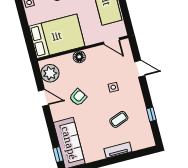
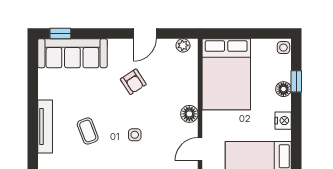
floor lamp: (79, 57) -> (189, 114), moved
plant: (50, 73) -> (183, 45), width x0.53, depth x0.53
tv unit: (118, 150) -> (45, 126), width x1.41

